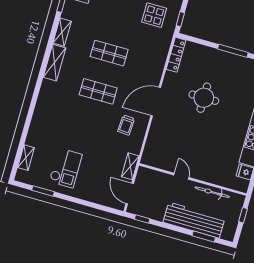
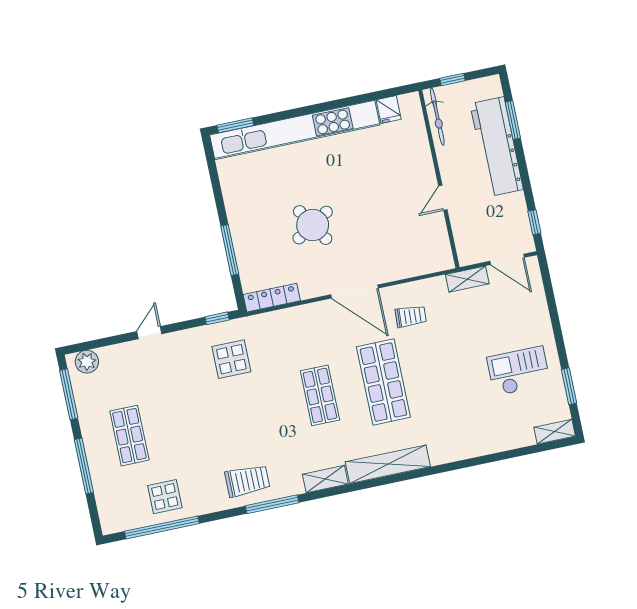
window: (233, 51) -> (230, 250), moved
shelving: (54, 63) -> (388, 464), width x1.47
shop shelf: (98, 91) -> (383, 382), width x1.43, depth x1.36
round table: (204, 98) -> (313, 225), turned -32
shelving: (26, 158) -> (555, 432), moved
bicycle: (212, 192) -> (437, 117), moved
door: (130, 194) -> (507, 259), hinge flipped

